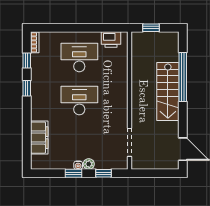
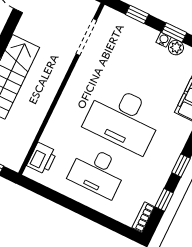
printer: (111, 40) -> (42, 158), moved, turned 90
desk: (79, 100) -> (123, 119), width x1.36, depth x1.30
plant: (89, 164) -> (176, 47), moved

